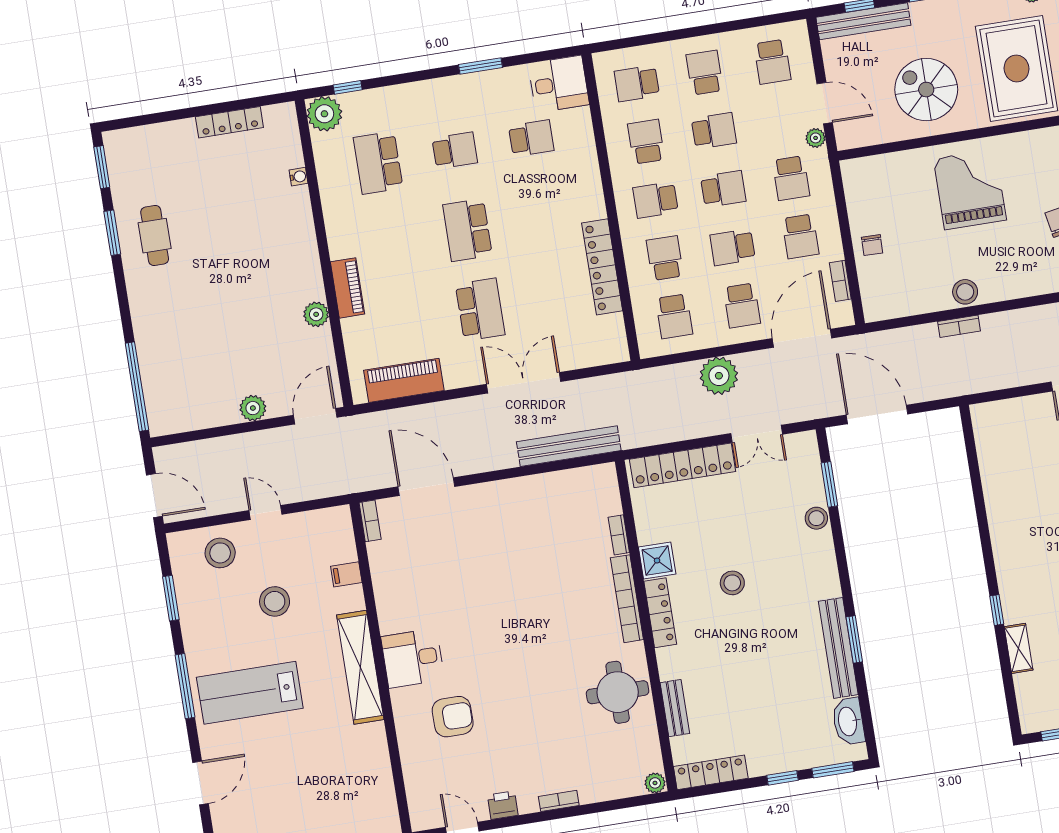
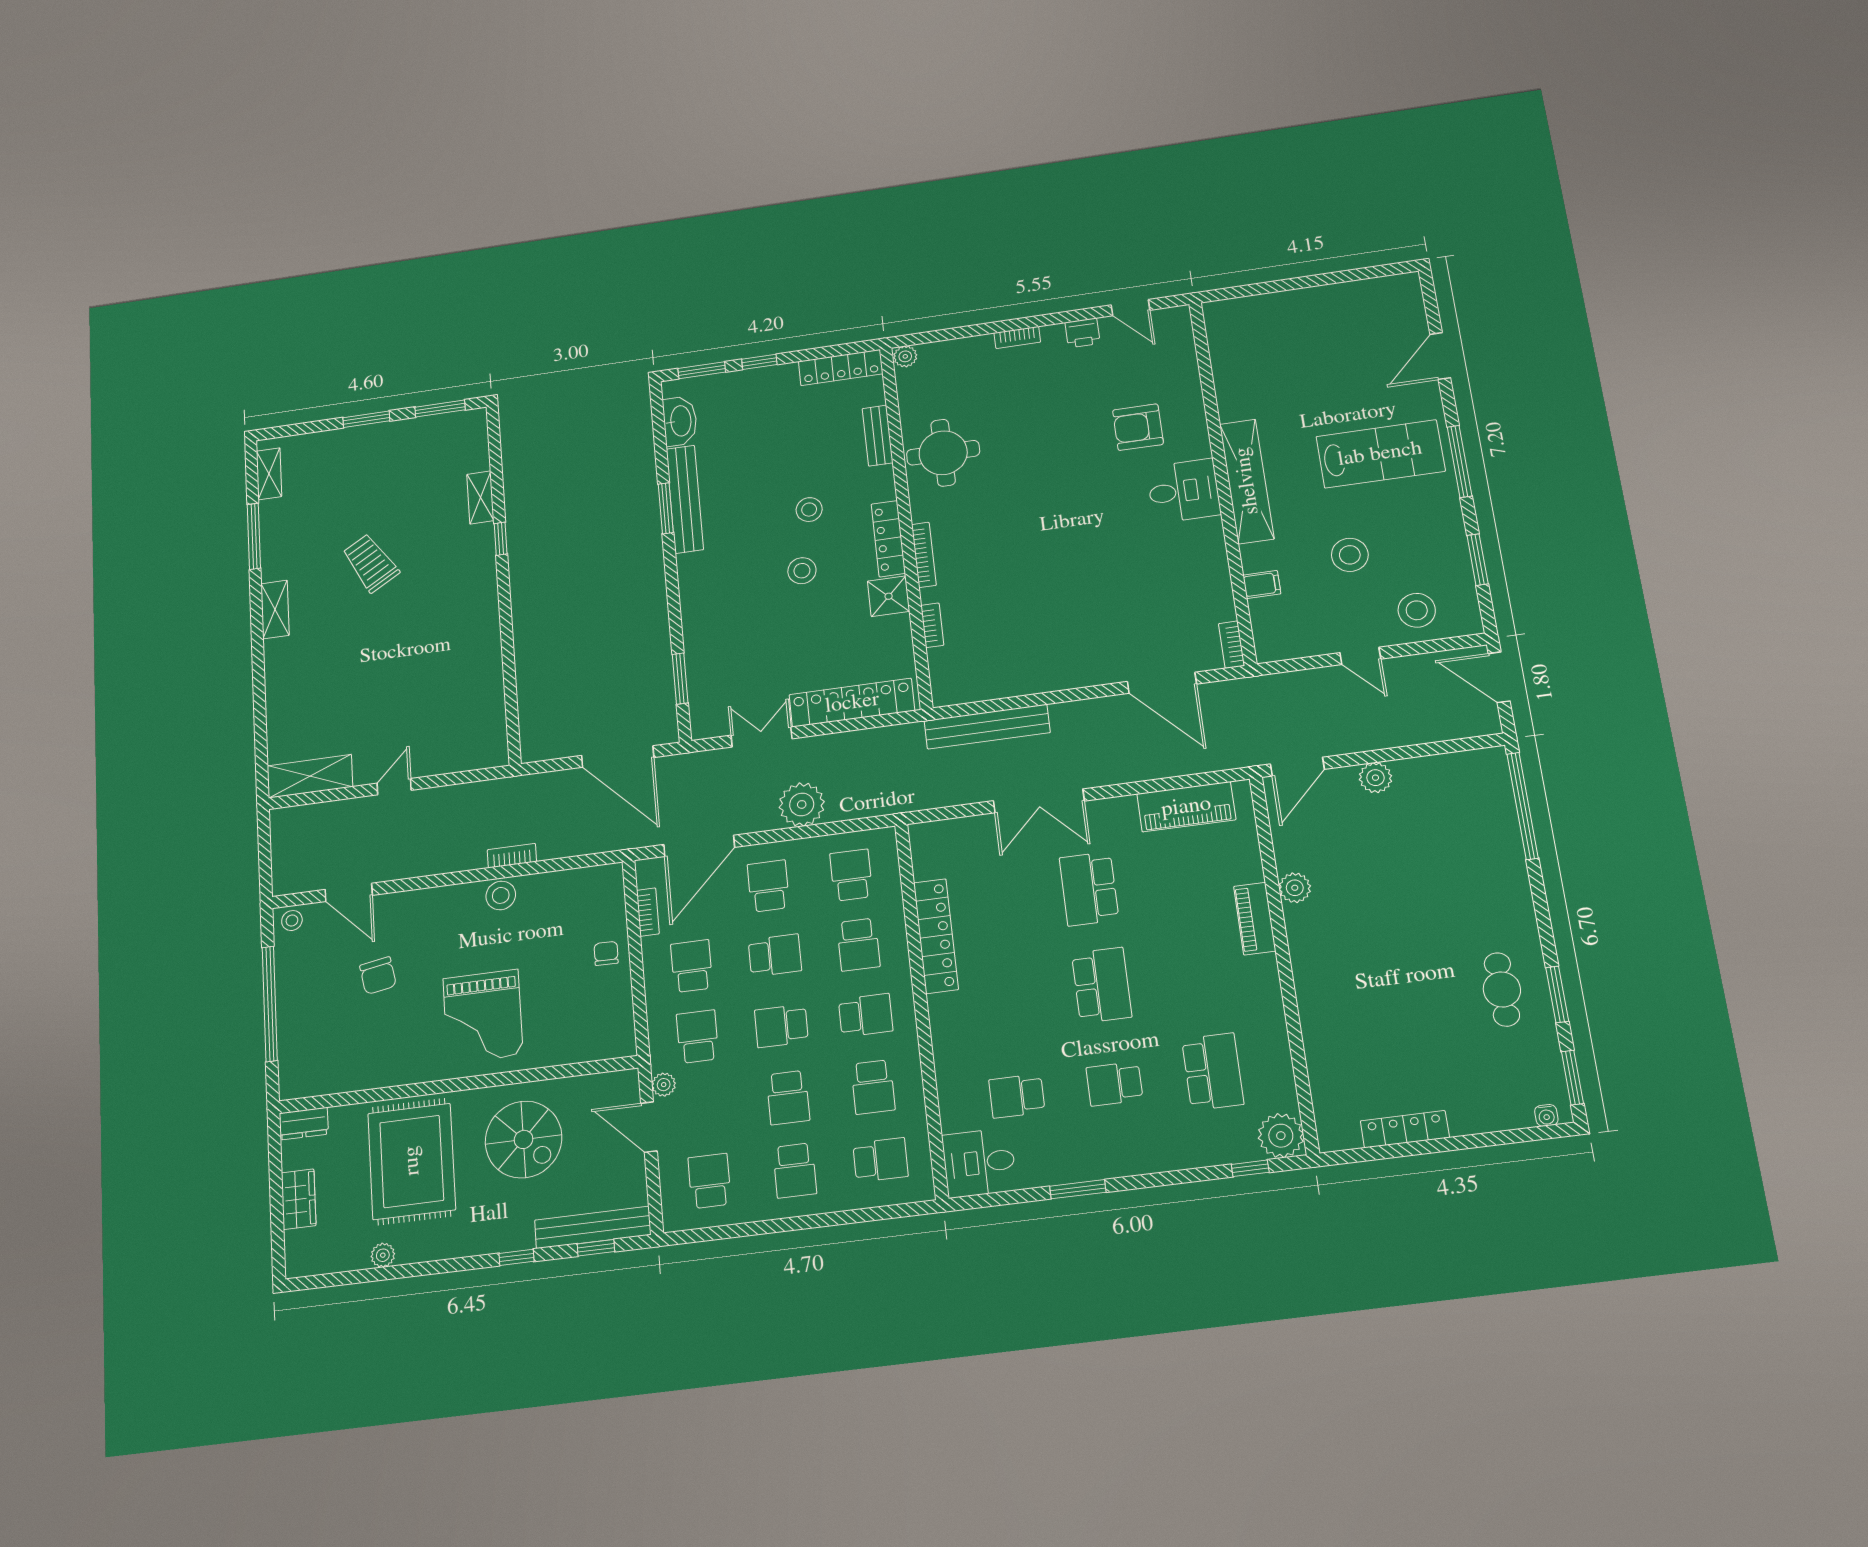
school desk: (714, 131) -> (788, 1098), turned -90
water cooler: (299, 177) -> (1546, 1115), moved, turned -90
stool: (816, 518) -> (809, 510), moved
bookcase: (627, 599) -> (924, 555), width x0.68, depth x0.76

